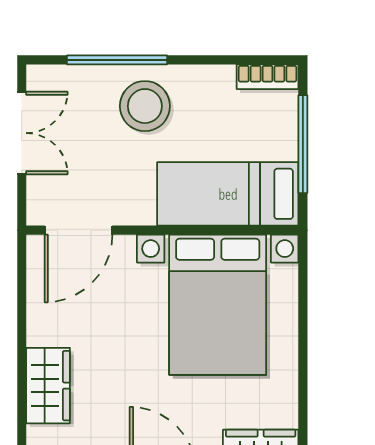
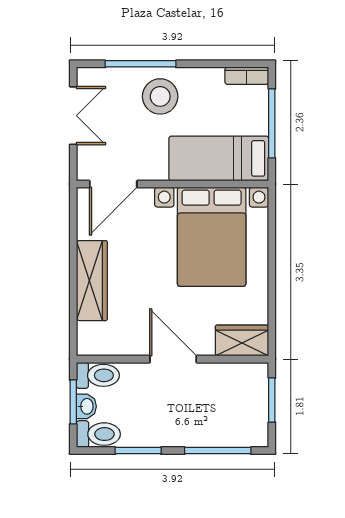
wardrobe: (48, 386) -> (92, 281), width x1.50

